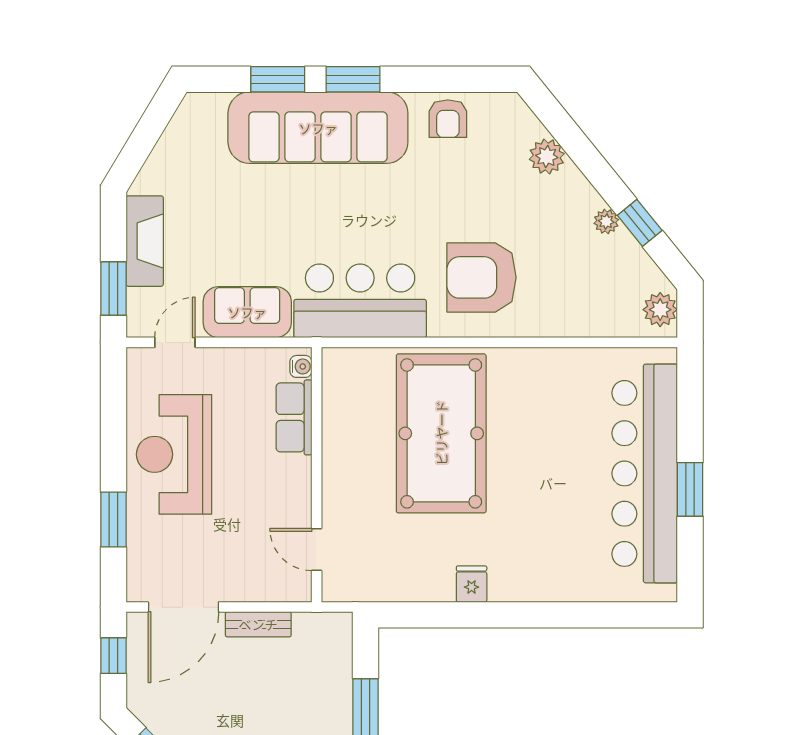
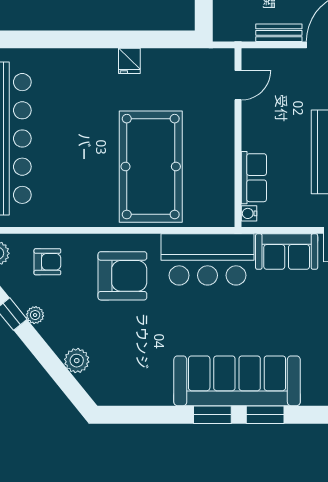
armchair: (448, 119) -> (47, 262), moved, turned 90
door: (317, 550) -> (238, 85), hinge flipped

